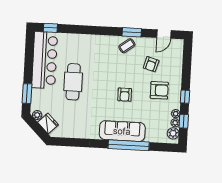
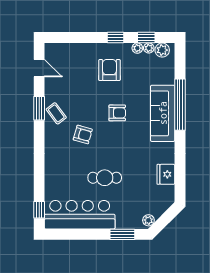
armchair: (151, 64) -> (83, 135), moved
cafe table: (73, 82) -> (105, 178), width x0.73, depth x0.74
fridge: (48, 123) -> (166, 174), moved, turned -45

